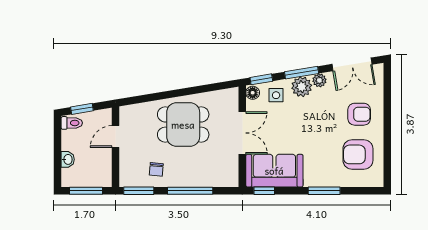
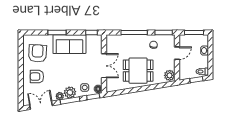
plant: (128, 116) -> (170, 75), added
double door: (242, 133) -> (104, 66), swing flipped
door: (116, 137) -> (177, 53), moved
armchair: (358, 154) -> (38, 53), turned -87
sofa: (274, 171) -> (69, 44), moved

